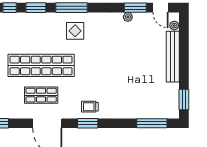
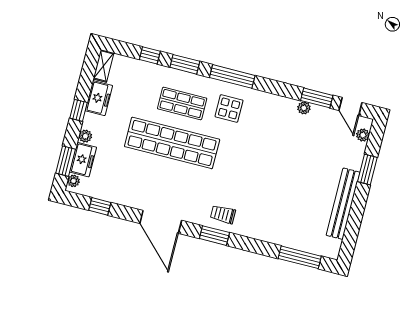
bench: (173, 57) -> (343, 204), moved
shop shelf: (41, 95) -> (182, 103), moved
window: (184, 100) -> (367, 170), moved

